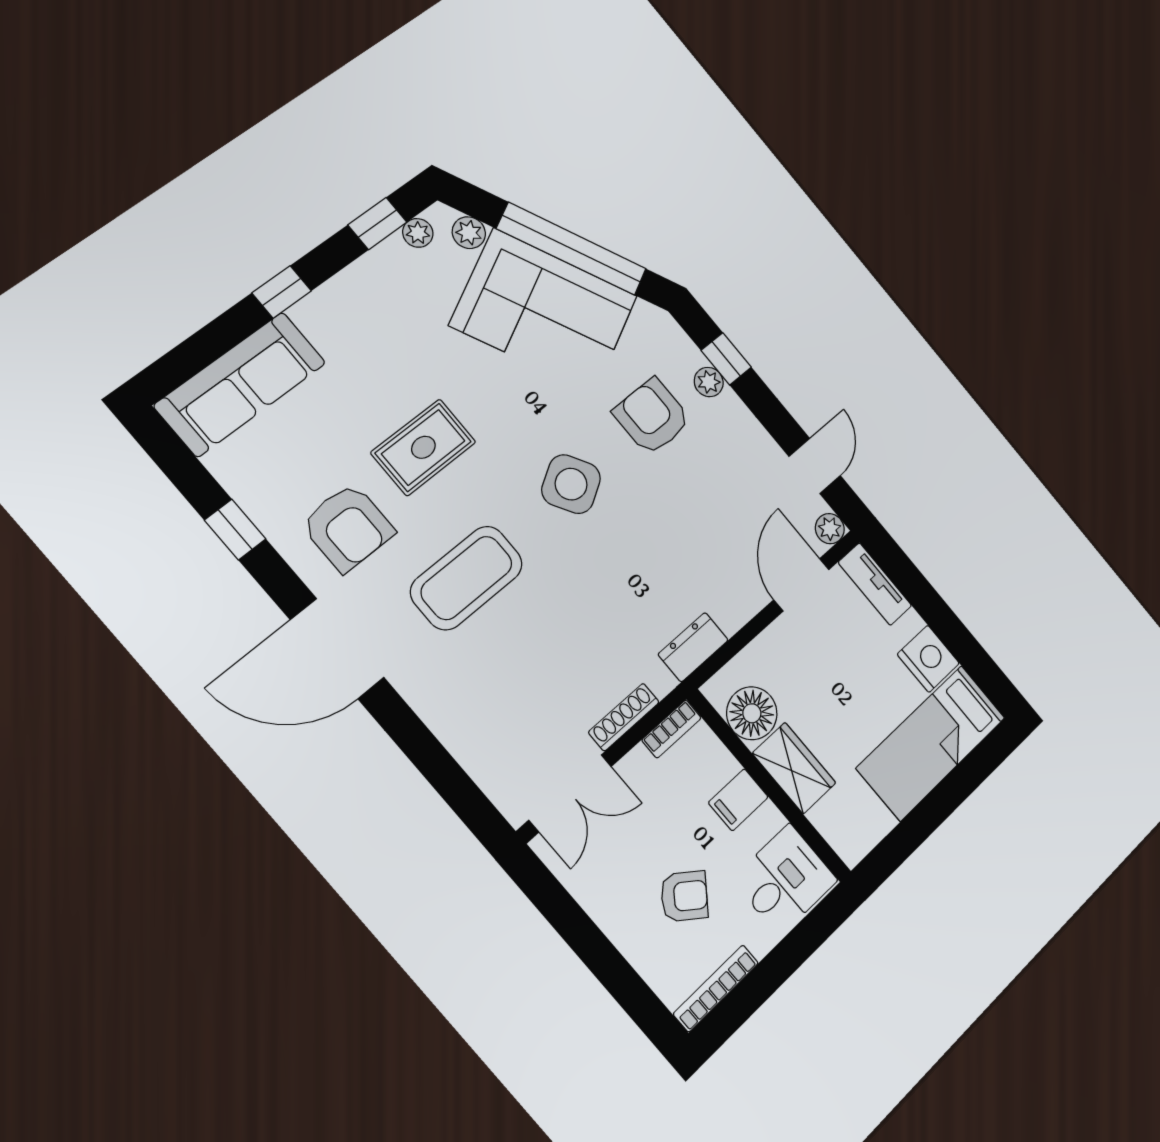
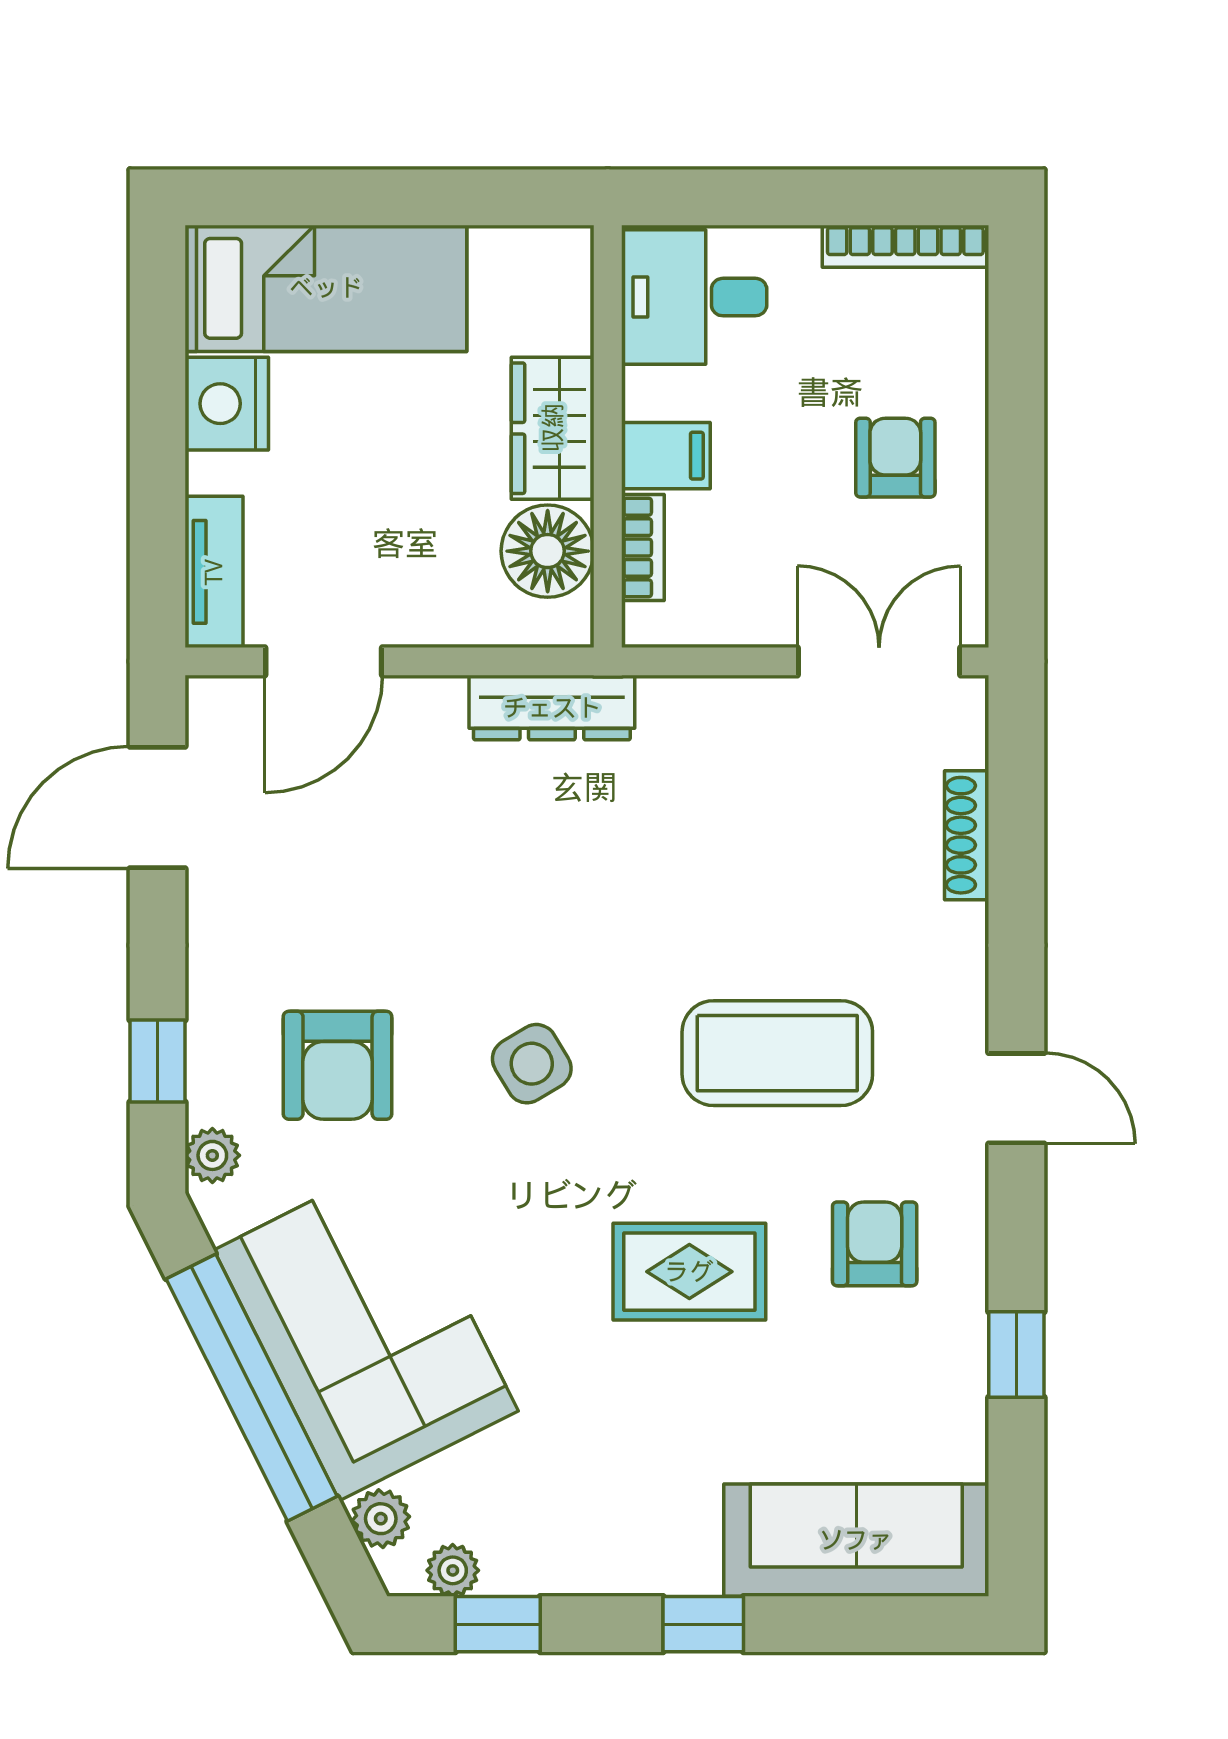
plant: (709, 382) -> (212, 1155), moved
door: (815, 466) -> (157, 807), width x1.38
side table: (571, 484) -> (532, 1064), width x0.73, depth x0.73
armchair: (348, 527) -> (875, 1244), width x0.72, depth x0.72
plant: (830, 529) -> (213, 703), removed
dresser: (693, 647) -> (552, 708), width x1.44
door: (337, 649) -> (1016, 1098), width x0.53
shoe rack: (624, 717) -> (967, 835), moved, turned 90
bookcase: (672, 729) -> (643, 547), moved, turned 90
armchair: (684, 896) -> (895, 458), moved, turned 53

